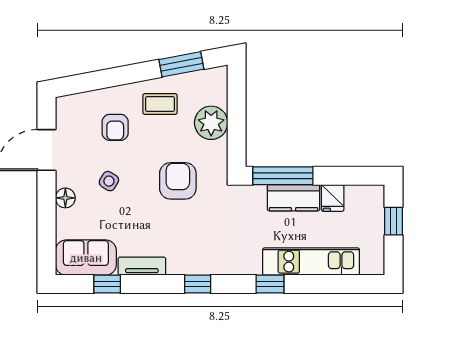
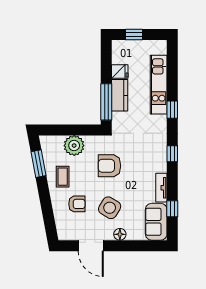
side table: (109, 181) -> (110, 208), width x1.87, depth x1.87

